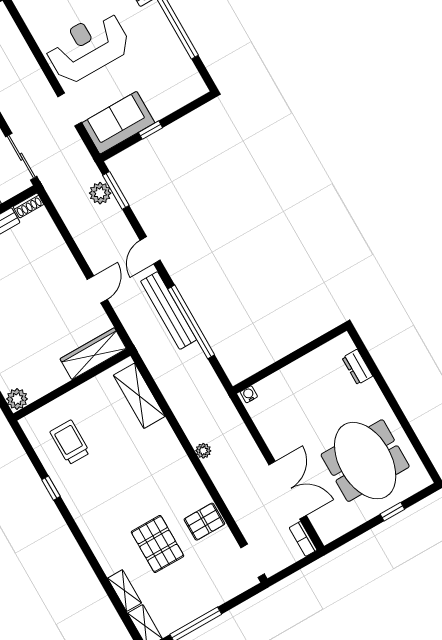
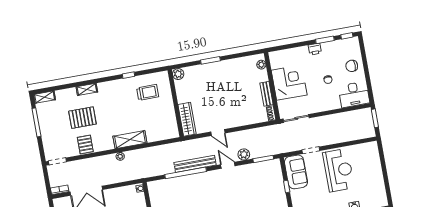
plant: (100, 193) -> (244, 154), moved
shelving: (139, 396) -> (130, 140), moved
shelving: (124, 591) -> (87, 89), moved

